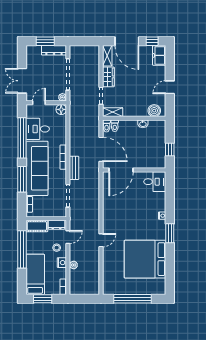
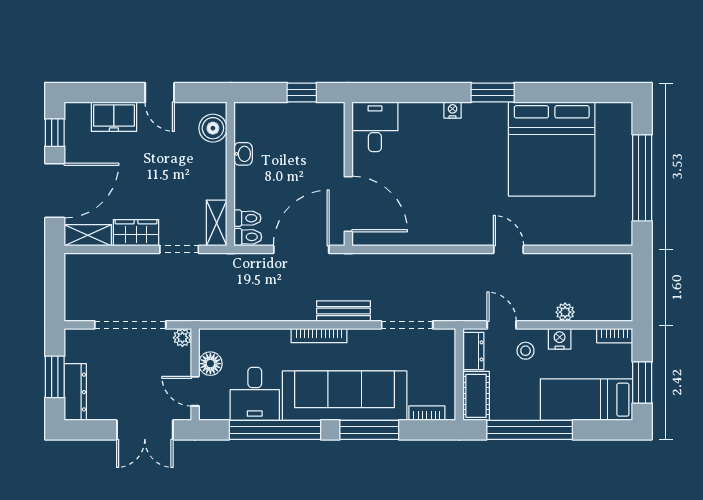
dresser: (54, 50) -> (75, 392), moved
freezer: (159, 55) -> (114, 117), moved
floor lamp: (61, 109) -> (210, 364), moved

